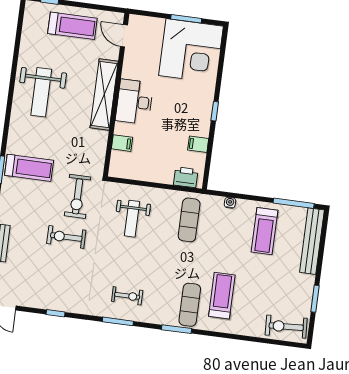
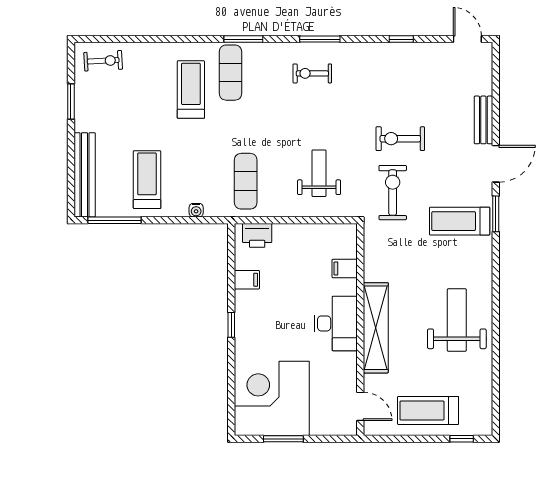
exercise bike: (66, 237) -> (400, 139), turned 180
treadmill: (222, 296) -> (191, 90), turned 180
exercise bike: (286, 327) -> (103, 61), width x0.73, depth x0.72

